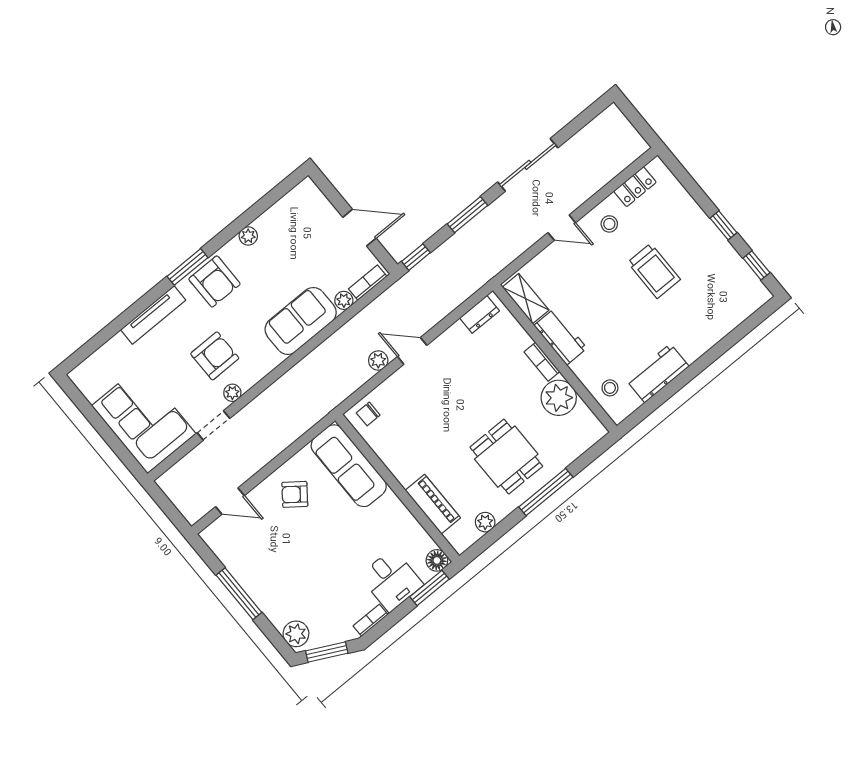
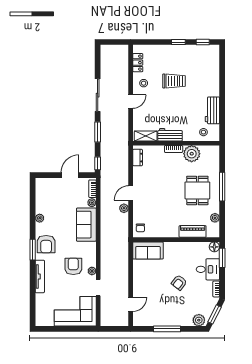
armchair: (214, 281) -> (46, 244), turned 90
dining table: (506, 457) -> (197, 190), turned 90
sofa: (349, 466) -> (148, 251), width x0.73
armchair: (295, 494) -> (179, 283), moved

